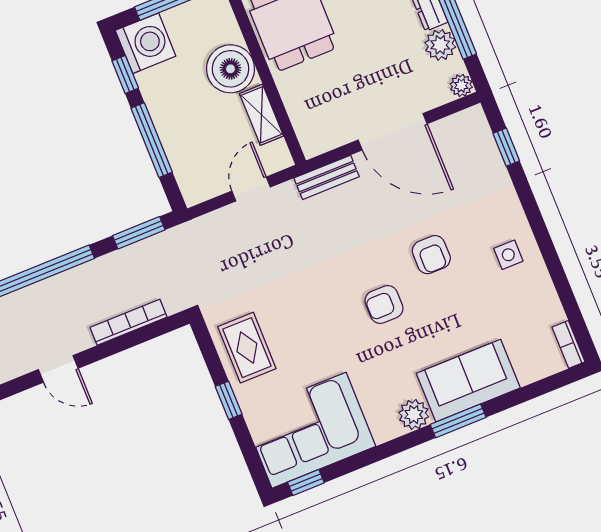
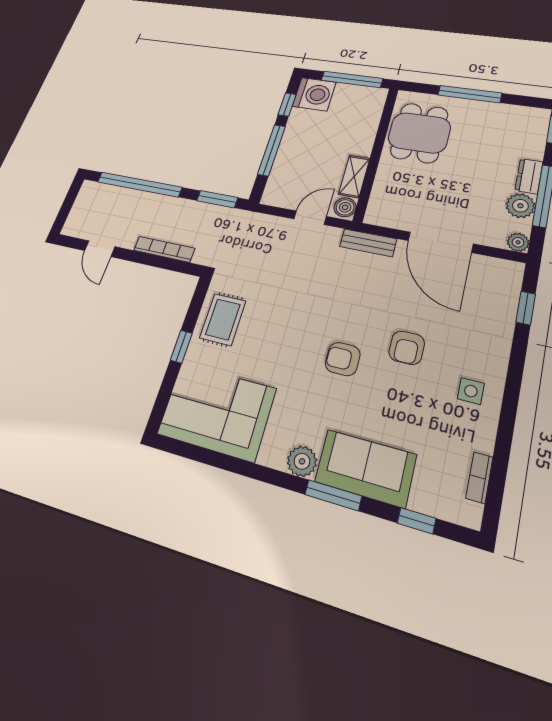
boiler: (230, 69) -> (345, 207), moved, width x0.54, depth x0.54
bookcase: (569, 344) -> (479, 478), moved
window: (306, 482) -> (417, 521), moved

